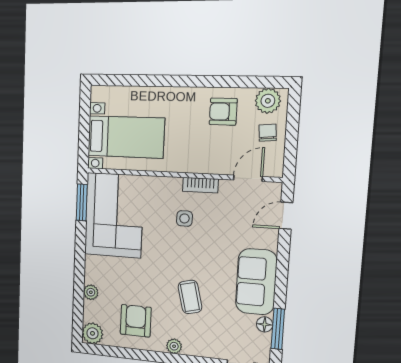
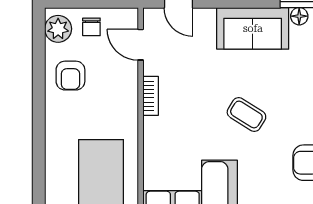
chair: (268, 133) -> (91, 27), turned -85
side table: (184, 218) -> (189, 112), removed
coffee table: (190, 297) -> (246, 114), moved, turned 46

